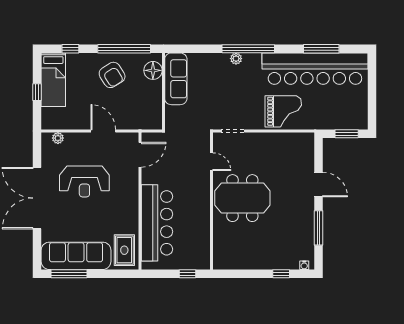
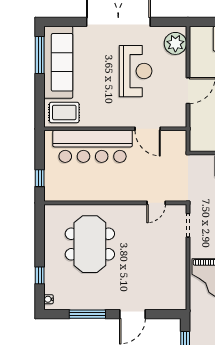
plant: (58, 138) -> (175, 43), width x1.88, depth x1.88
door: (140, 155) -> (148, 129), moved
reception desk: (84, 181) -> (136, 71), turned 180
meeting table: (242, 198) -> (90, 244), moved

